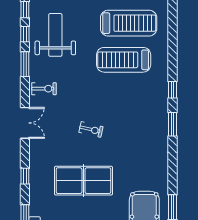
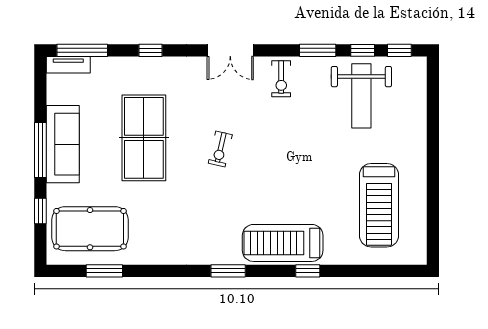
weight bench: (55, 35) -> (361, 96), turned 90
treadmill: (124, 60) -> (283, 243), moved, turned -90
window: (173, 90) -> (308, 271), moved

